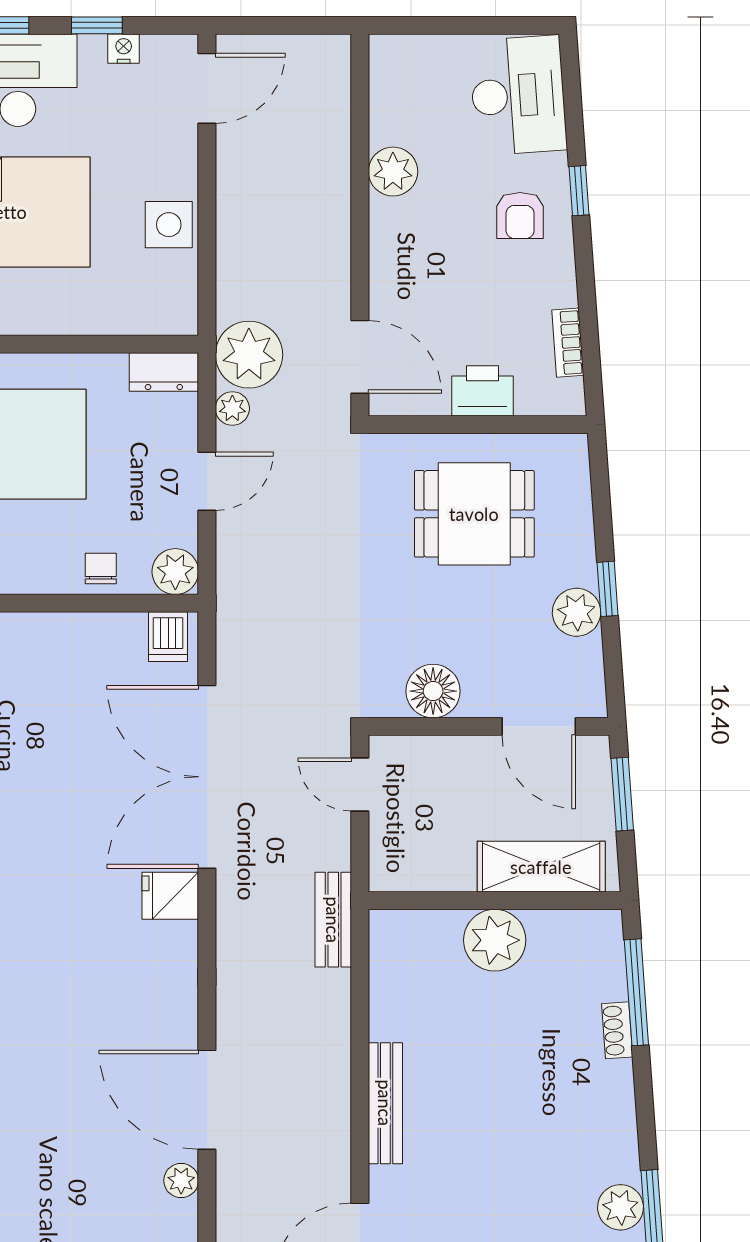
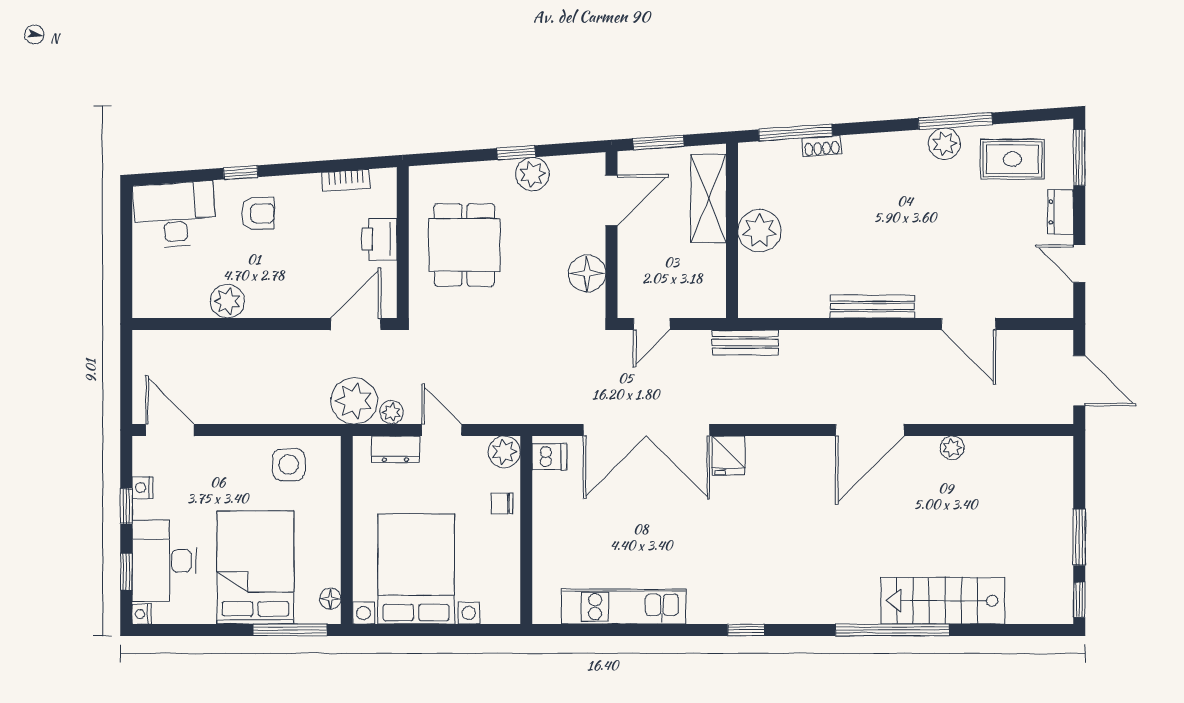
side table: (169, 225) -> (289, 465), moved
dresser: (164, 372) -> (395, 449), moved, turned 90
plant: (181, 1181) -> (952, 448), moved

